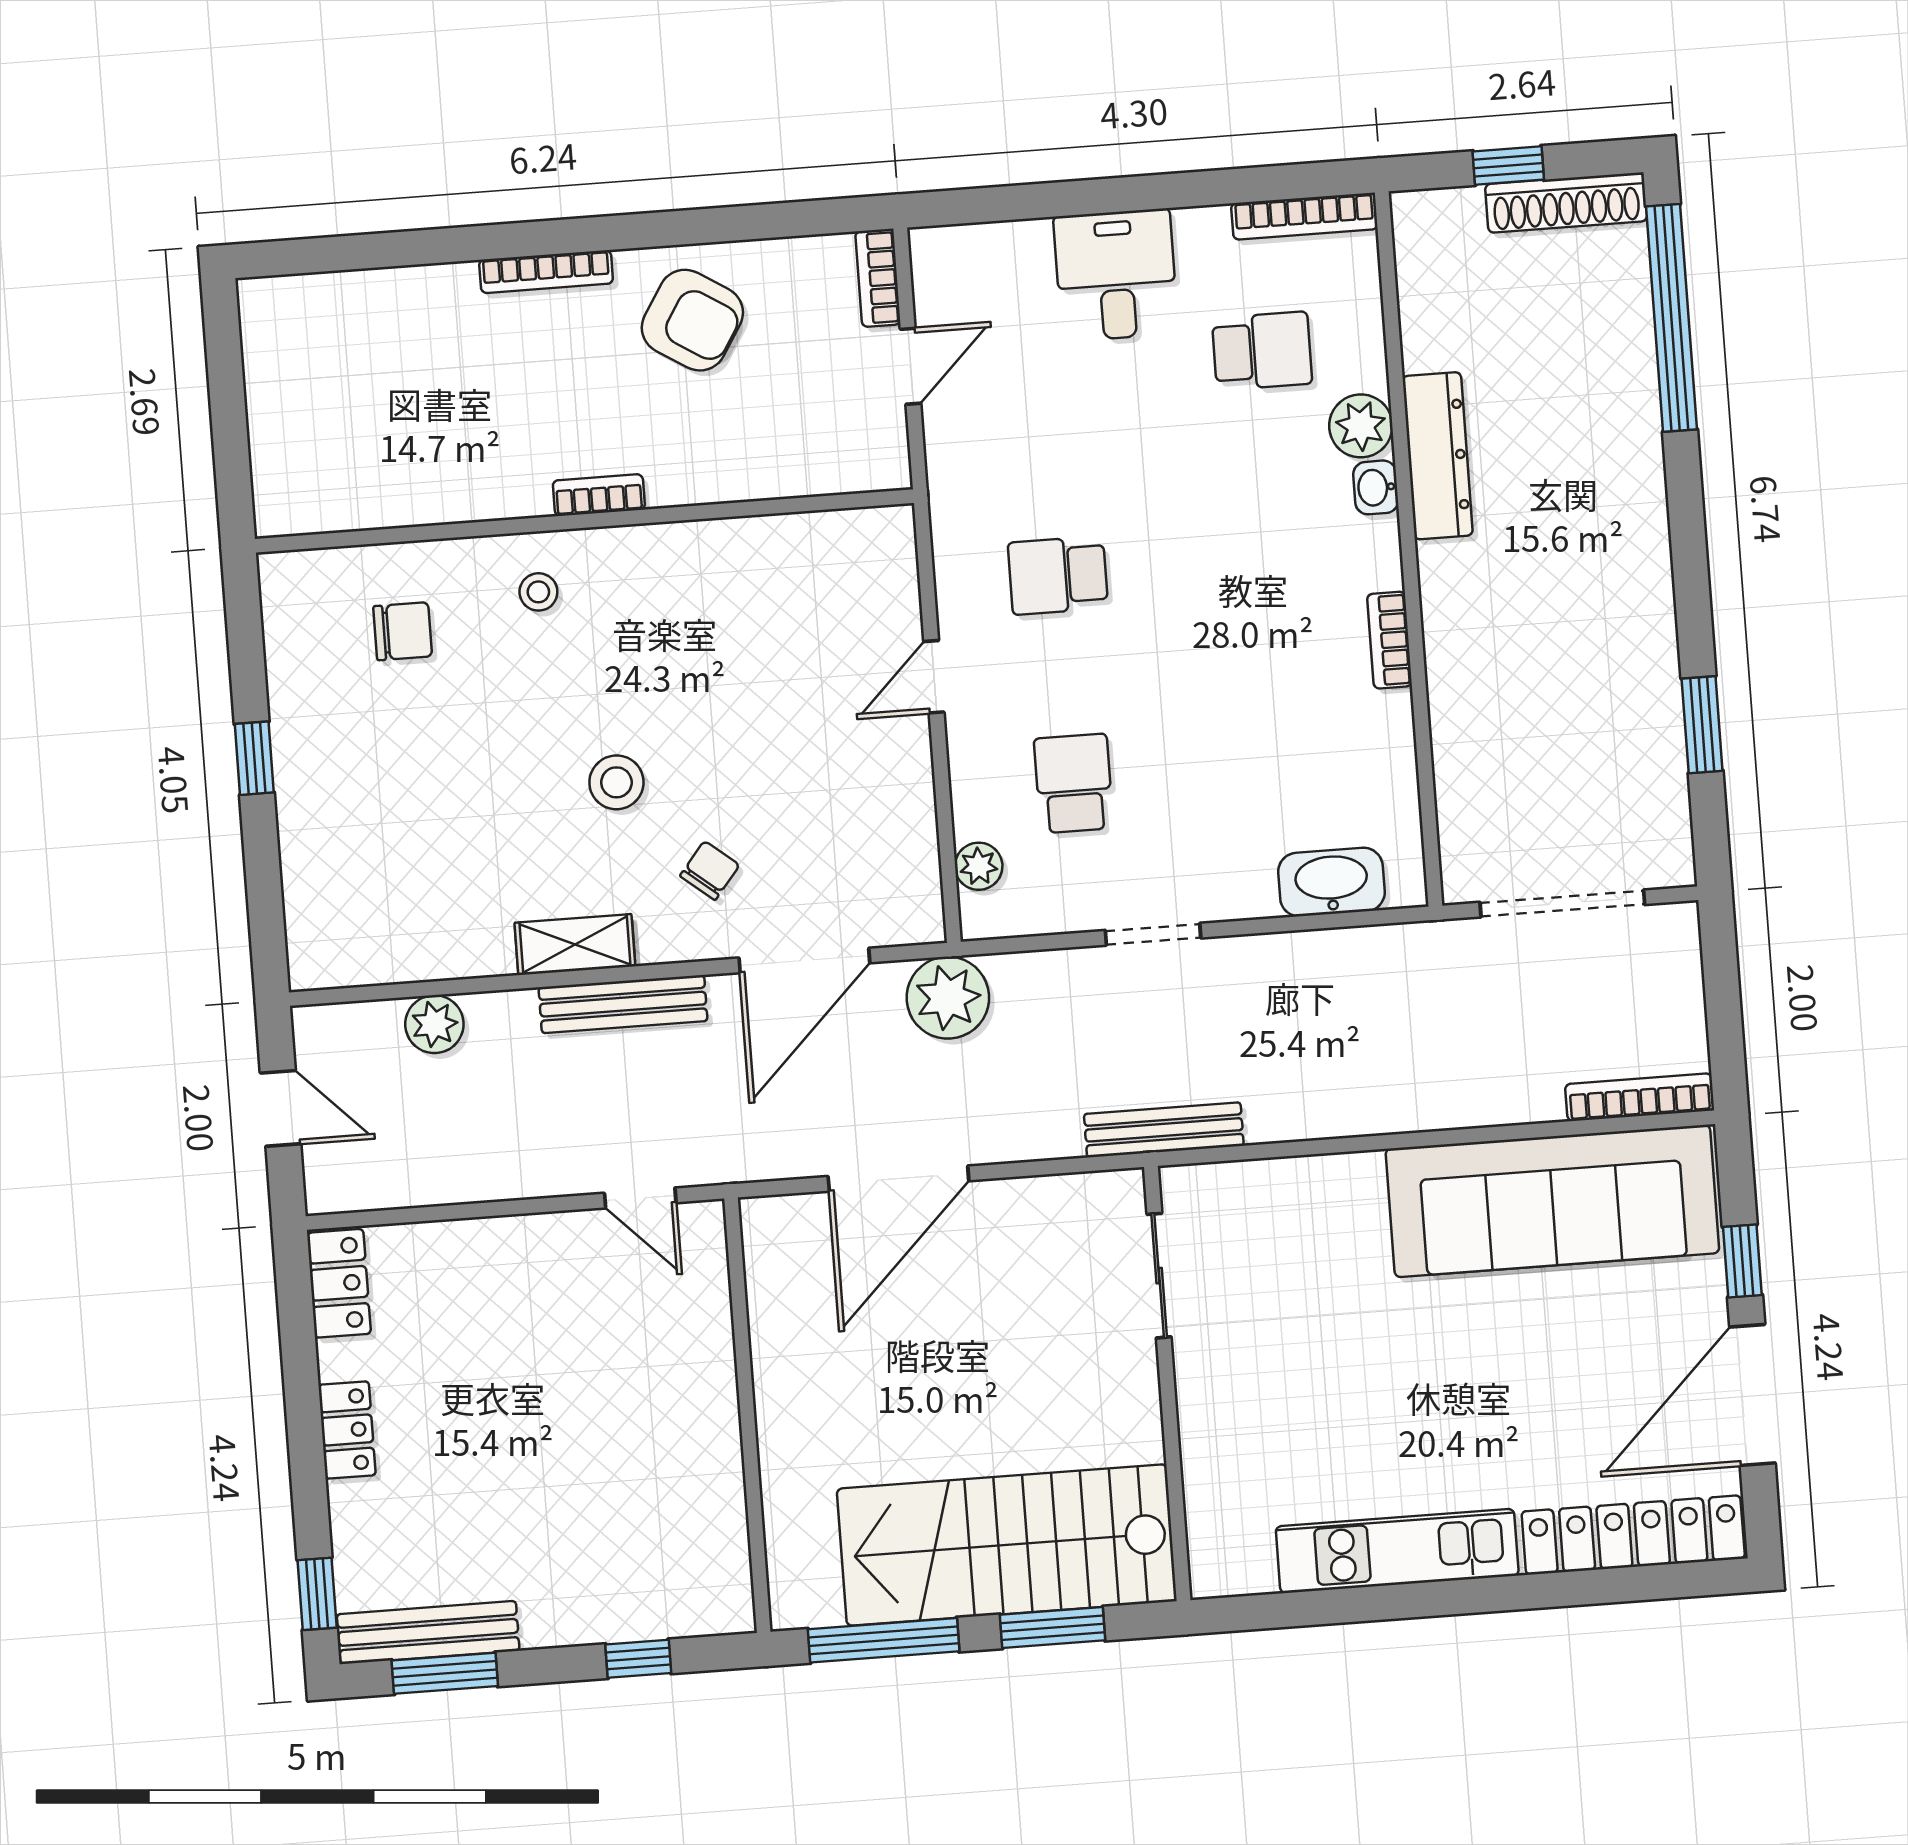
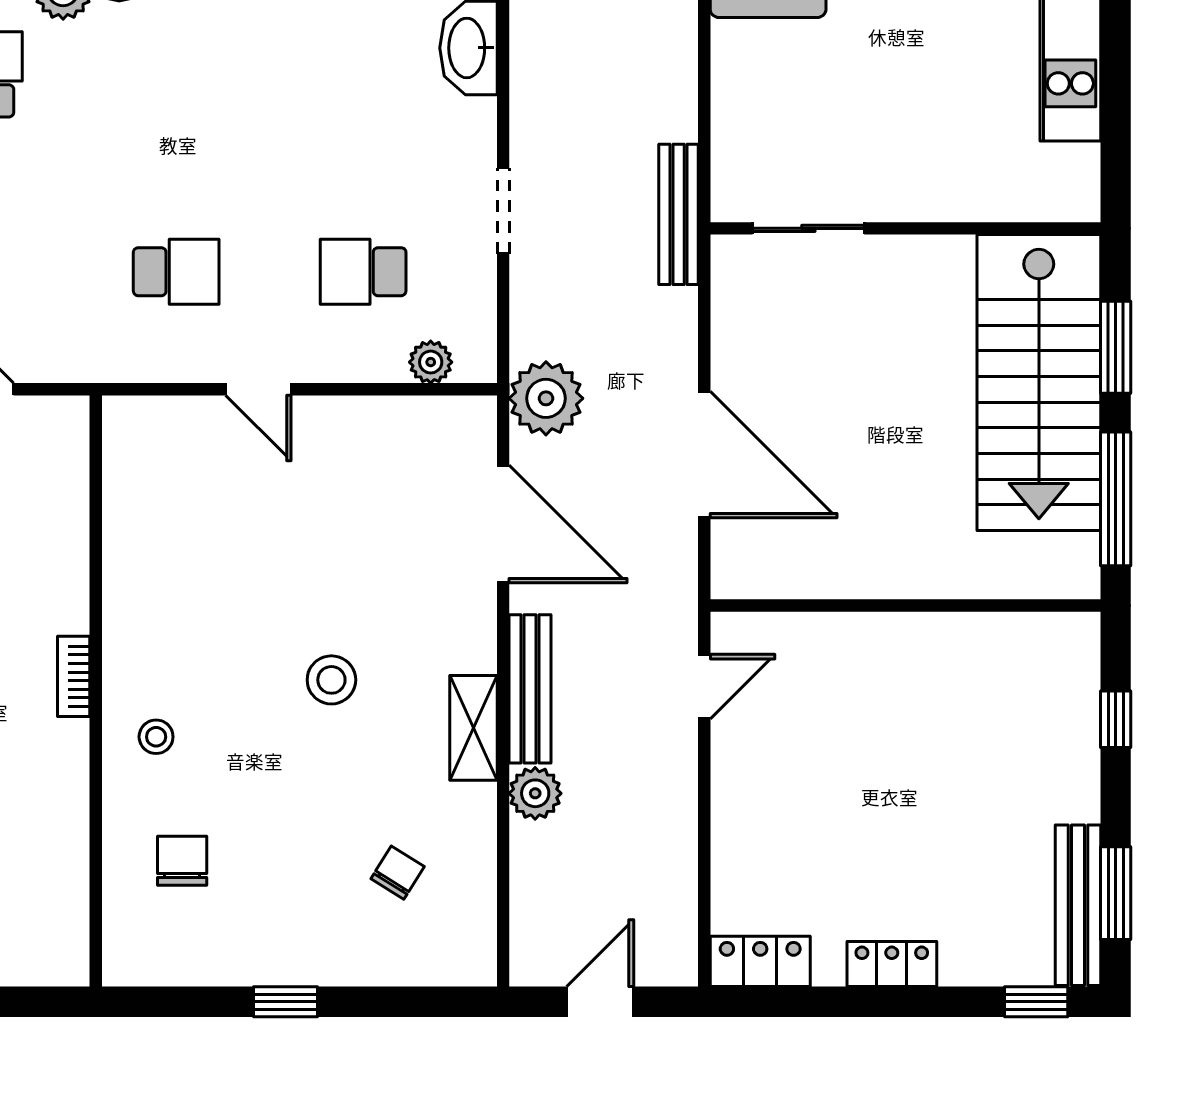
school desk: (1058, 575) -> (176, 272), turned -90
chair: (710, 870) -> (398, 873), moved, turned 83
plant: (434, 1024) -> (535, 793), moved

